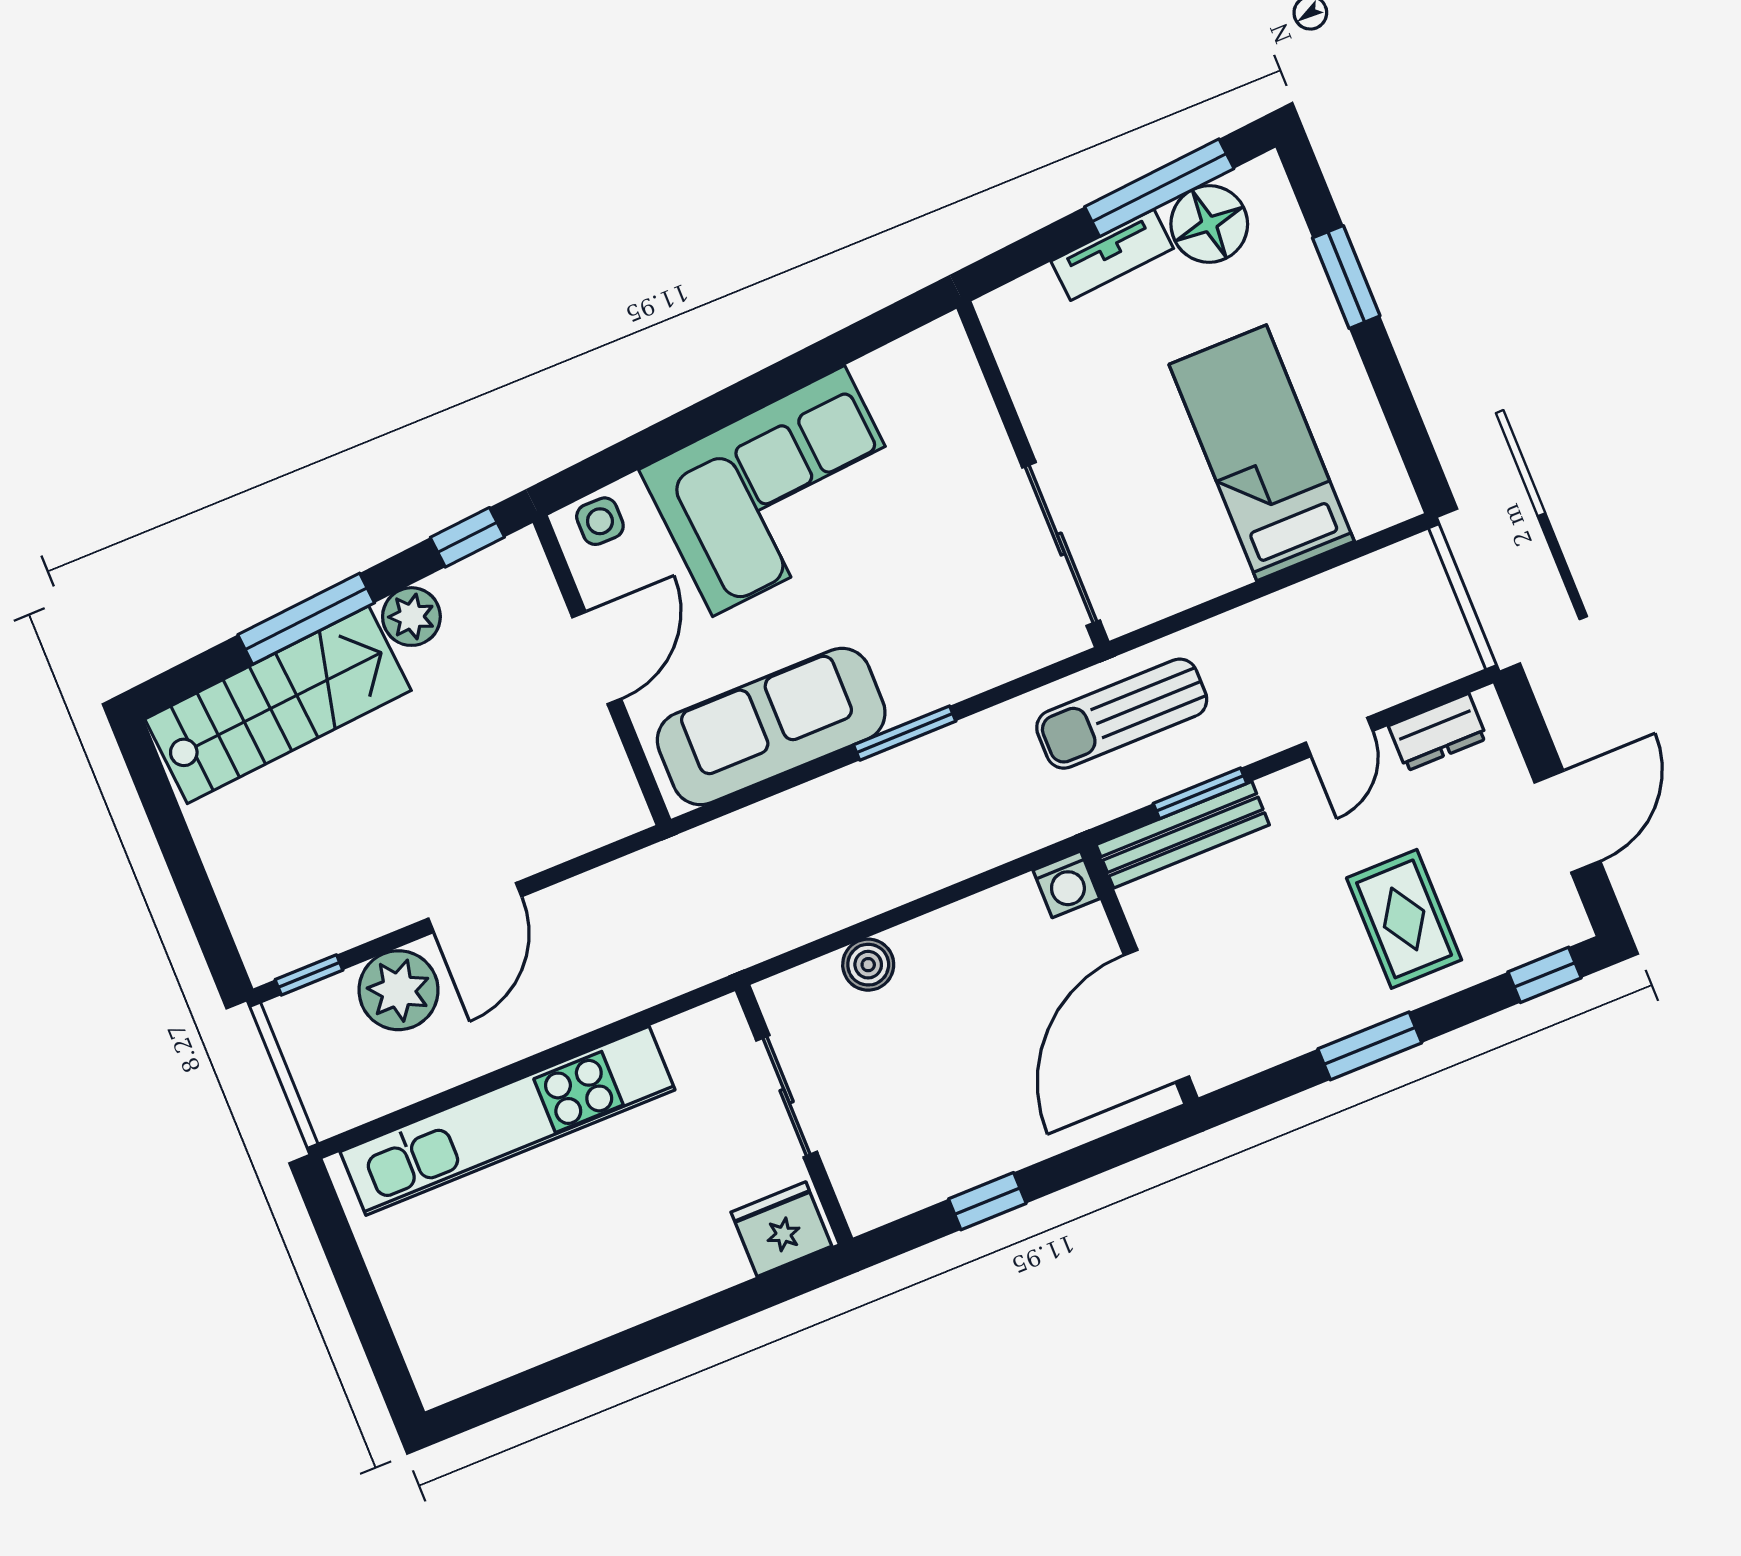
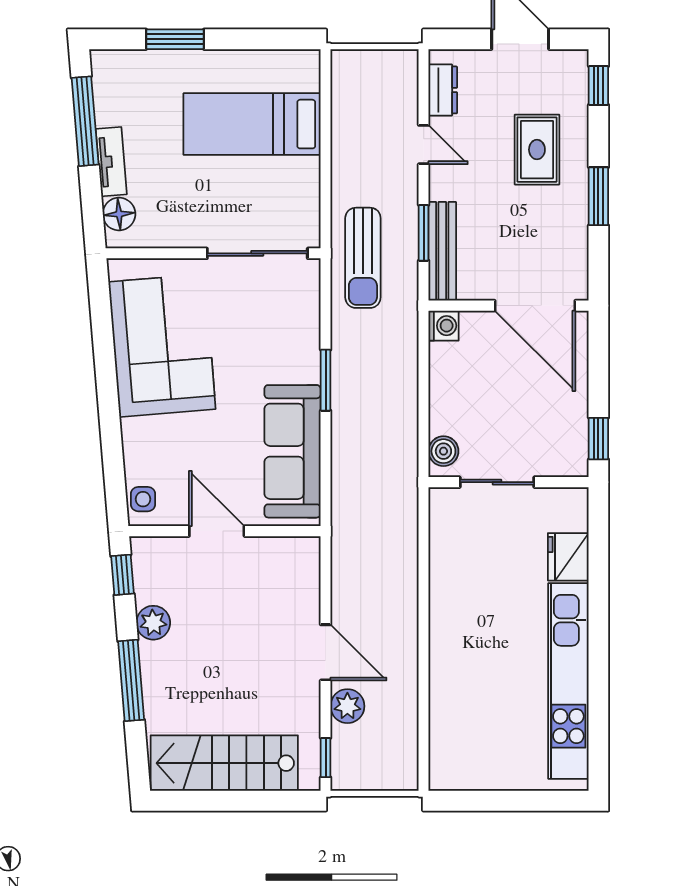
floor lamp: (1209, 224) -> (119, 214), moved, width x0.73, depth x0.73
corner sofa: (779, 491) -> (162, 345), moved
stairs: (278, 705) -> (224, 763), moved, turned -85
rug: (1404, 919) -> (537, 150), turned 90
plant: (399, 990) -> (347, 706), width x0.73, depth x0.73
sliding door: (787, 1096) -> (497, 482), moved
wall: (794, 1114) -> (509, 482), moved
kitchen unit: (507, 1121) -> (568, 681), moved, turned 180

